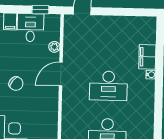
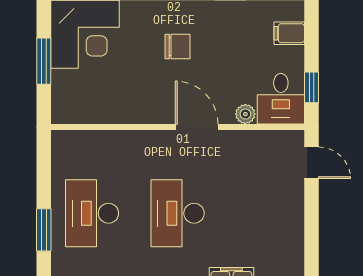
desk: (30, 28) -> (281, 99), moved, turned 90
chair: (16, 84) -> (177, 46), turned -127

